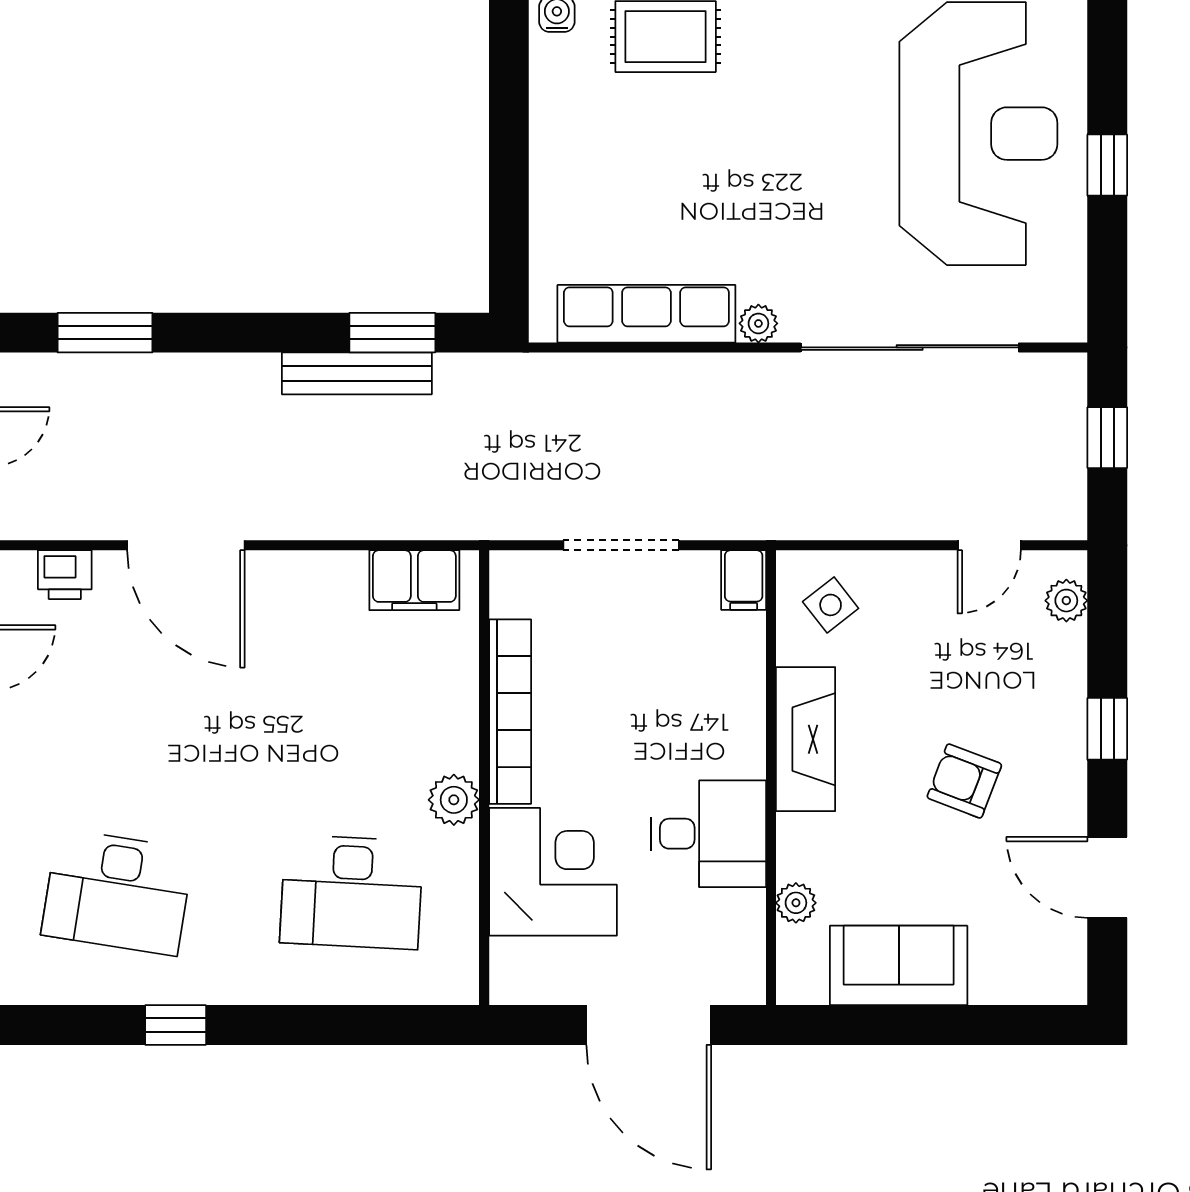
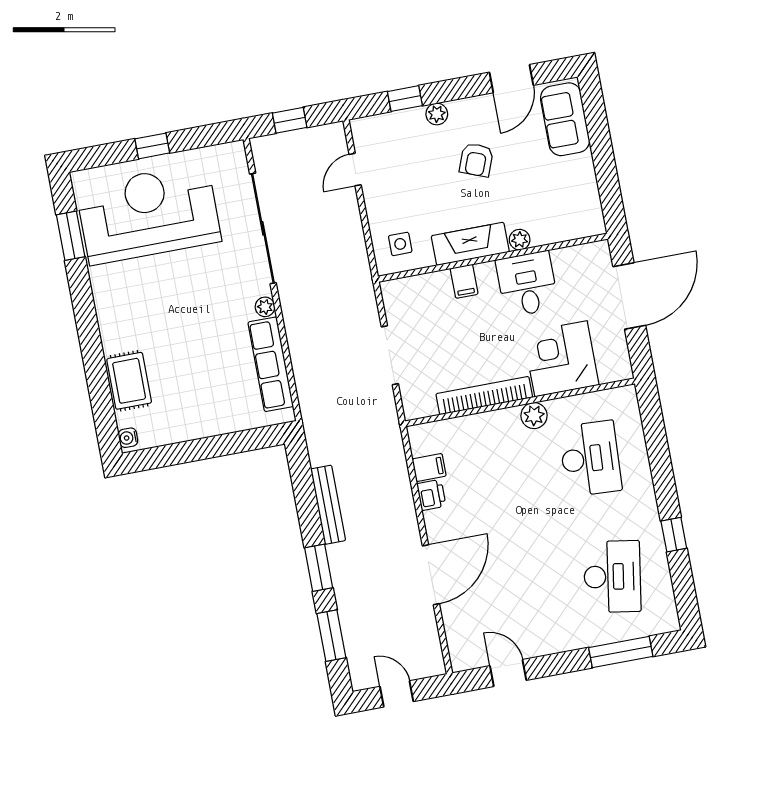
window: (392, 333) -> (319, 568), moved
door: (989, 545) -> (355, 170), swing flipped
printer: (65, 575) -> (431, 495), moved
filing cabinet: (414, 580) -> (429, 468), width x0.50
filing cabinet: (744, 580) -> (464, 281), moved, turned 90
plant: (1066, 601) -> (437, 114), moved
side table: (831, 605) -> (400, 244), turned 38
window: (1107, 729) -> (405, 99), moved
plant: (796, 903) -> (520, 240), moved
sofa: (899, 965) -> (565, 119), moved

